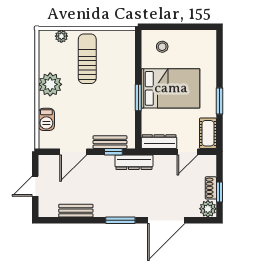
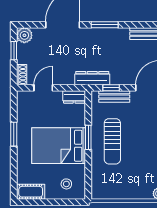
sun lounger: (87, 59) -> (112, 141), moved
cot: (208, 133) -> (31, 192), moved, turned 90
dresser: (159, 142) -> (74, 97), width x0.70
shoe rack: (211, 188) -> (22, 75), moved

